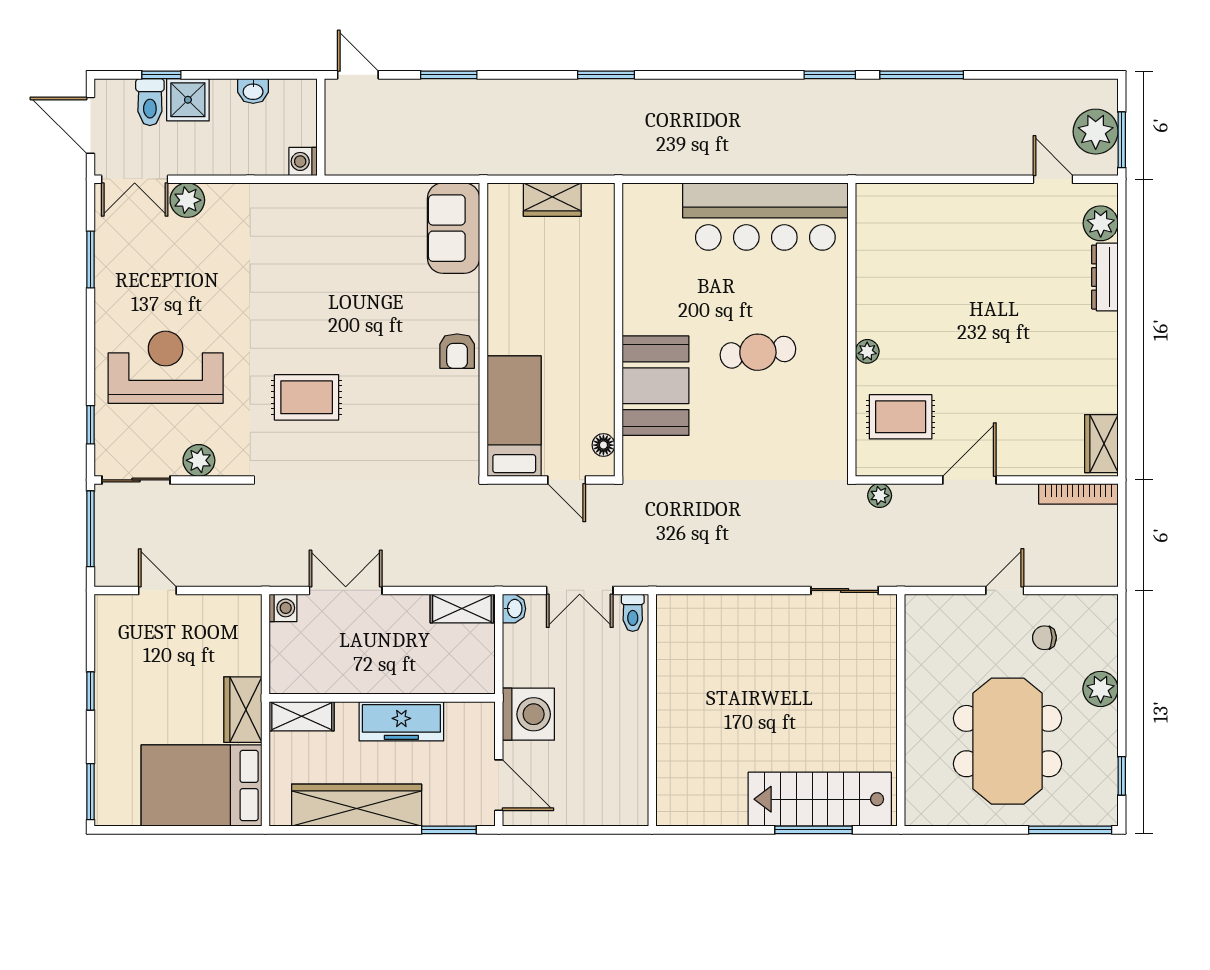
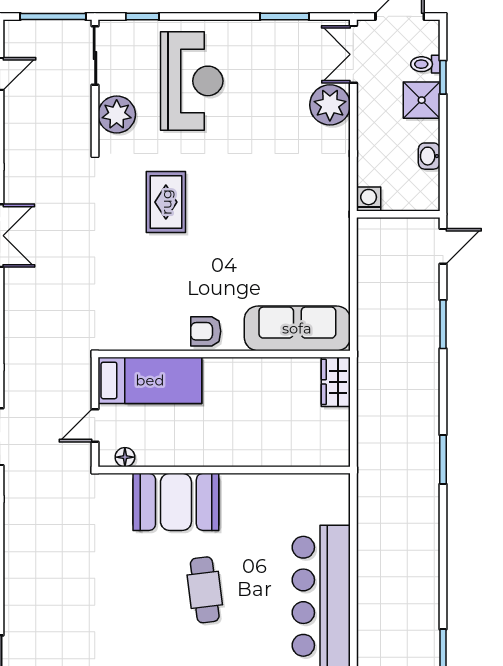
toilet: (150, 102) -> (425, 64), width x0.73, depth x0.72
plant: (187, 200) -> (330, 105), width x1.36, depth x1.36
wardrobe: (552, 200) -> (336, 382), moved
sofa: (454, 228) -> (297, 328), width x1.36
plant: (199, 460) -> (117, 114), width x1.36, depth x1.36

